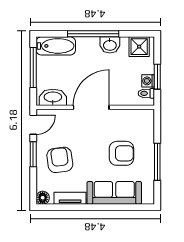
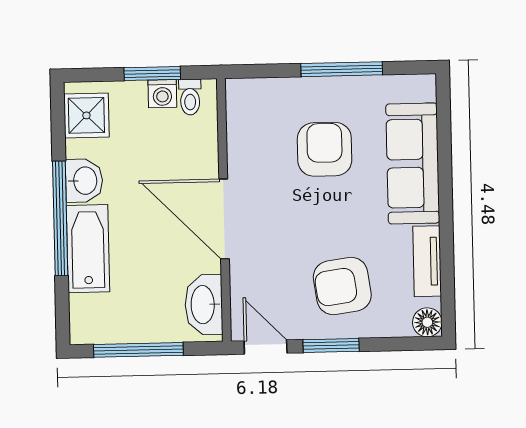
bathtub: (56, 46) -> (88, 249), moved

